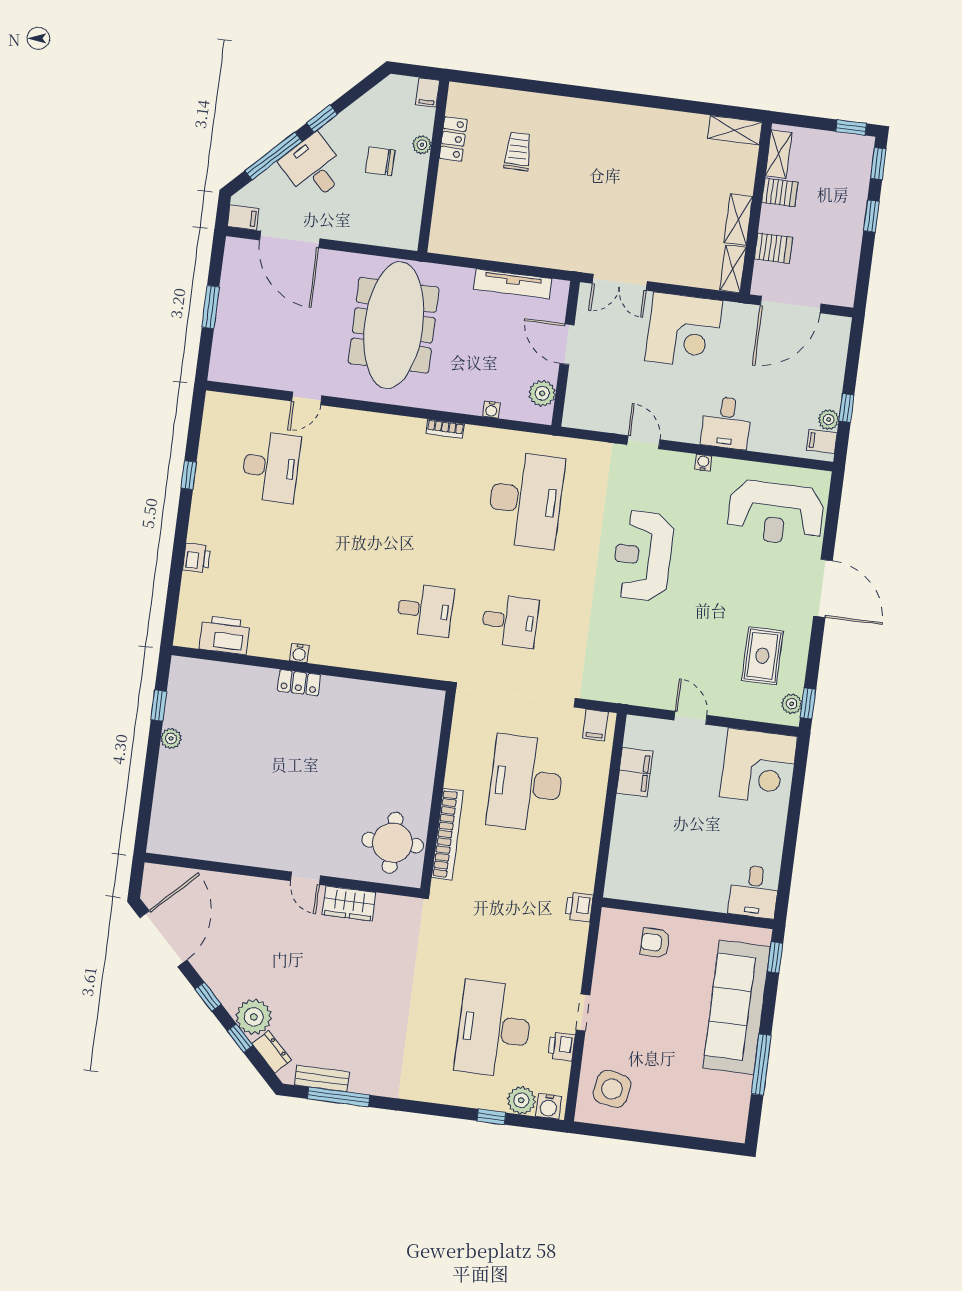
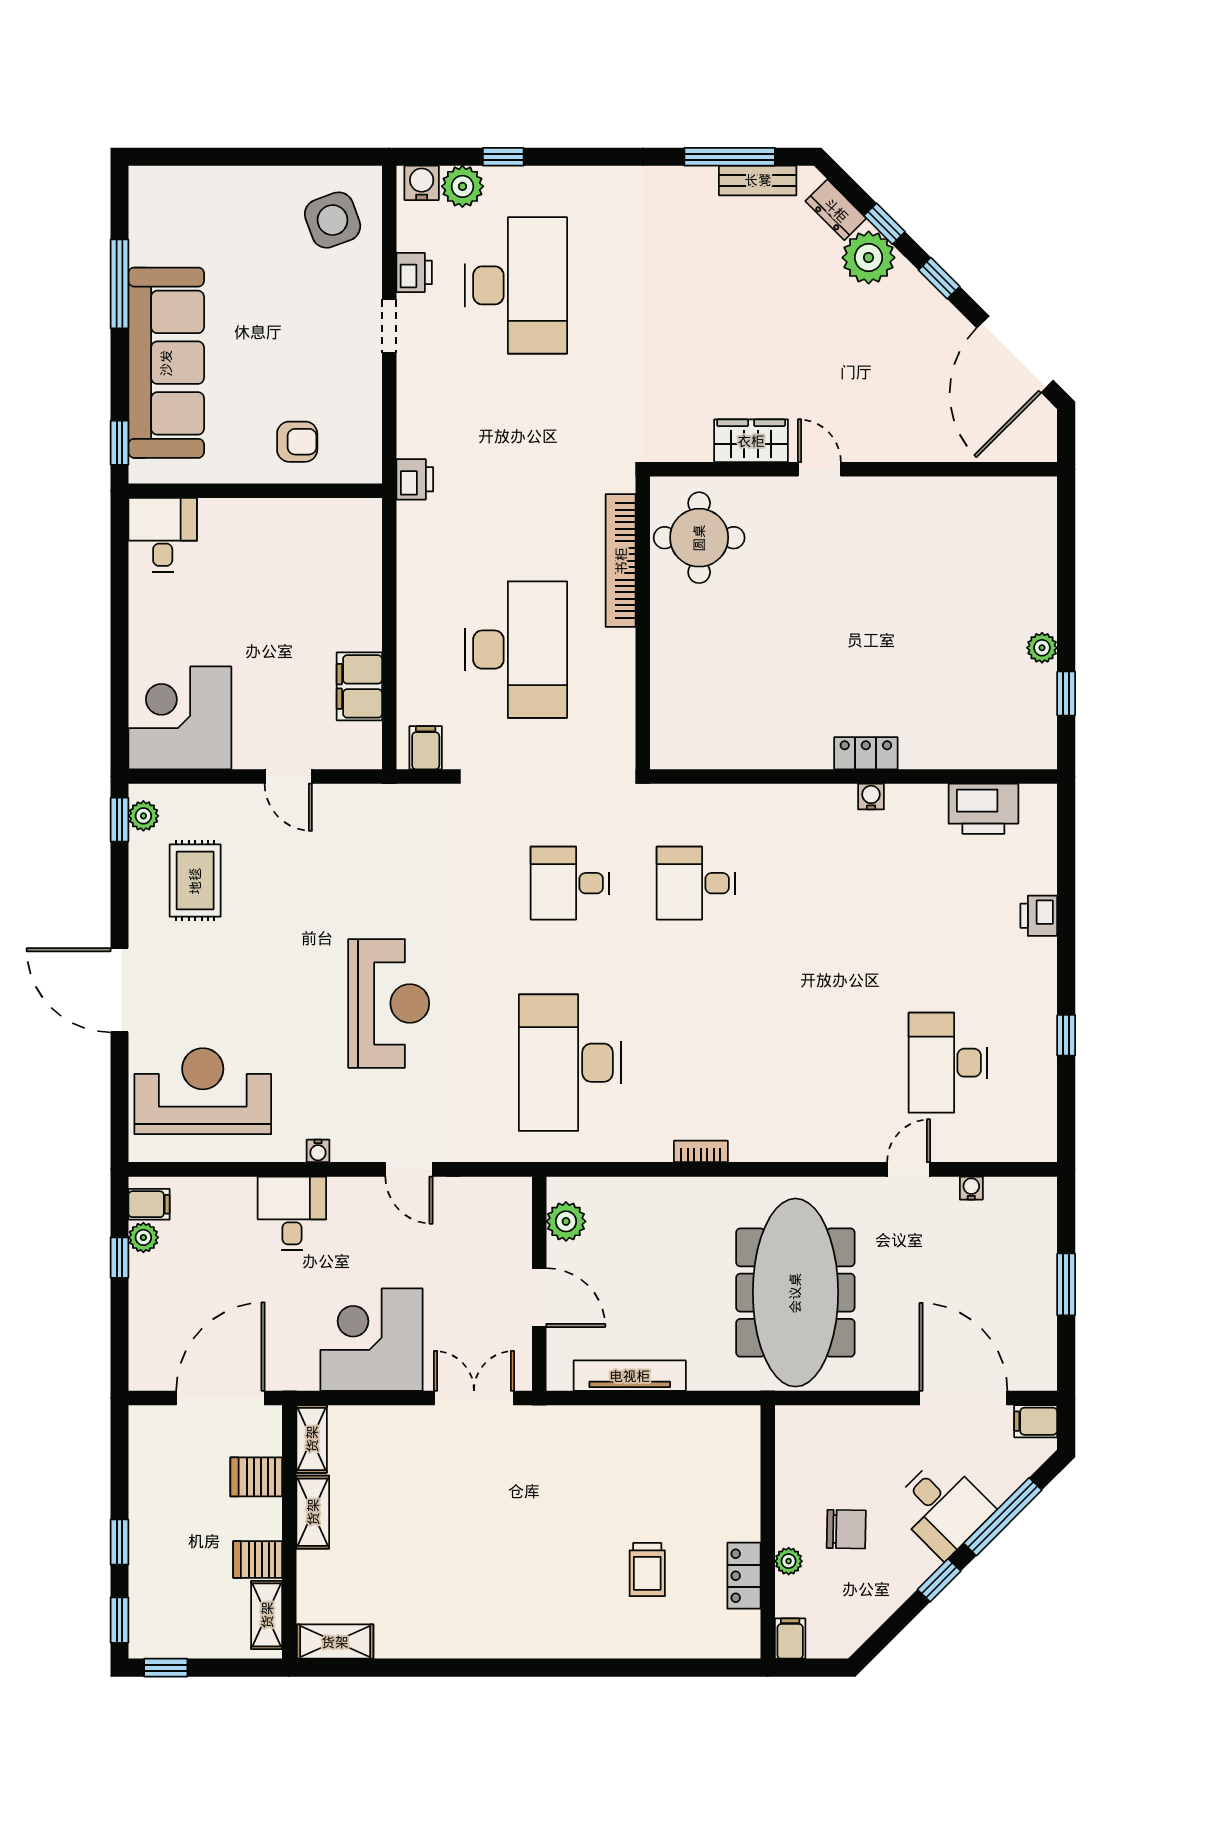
water cooler: (491, 410) -> (971, 1188), moved
side table: (612, 1089) -> (333, 220), turned -31

